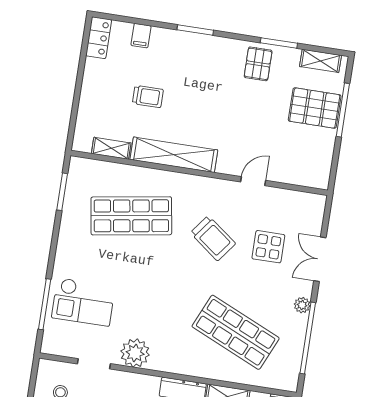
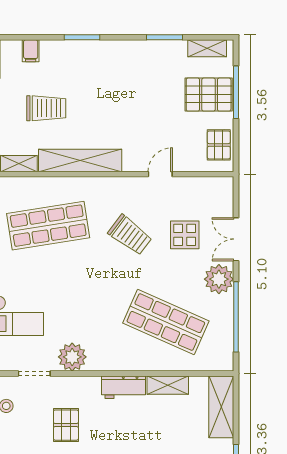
pallet: (258, 64) -> (219, 145), moved
trolley: (148, 96) -> (46, 108), width x1.36, depth x1.39
plant: (302, 305) -> (219, 279), width x1.88, depth x1.88

